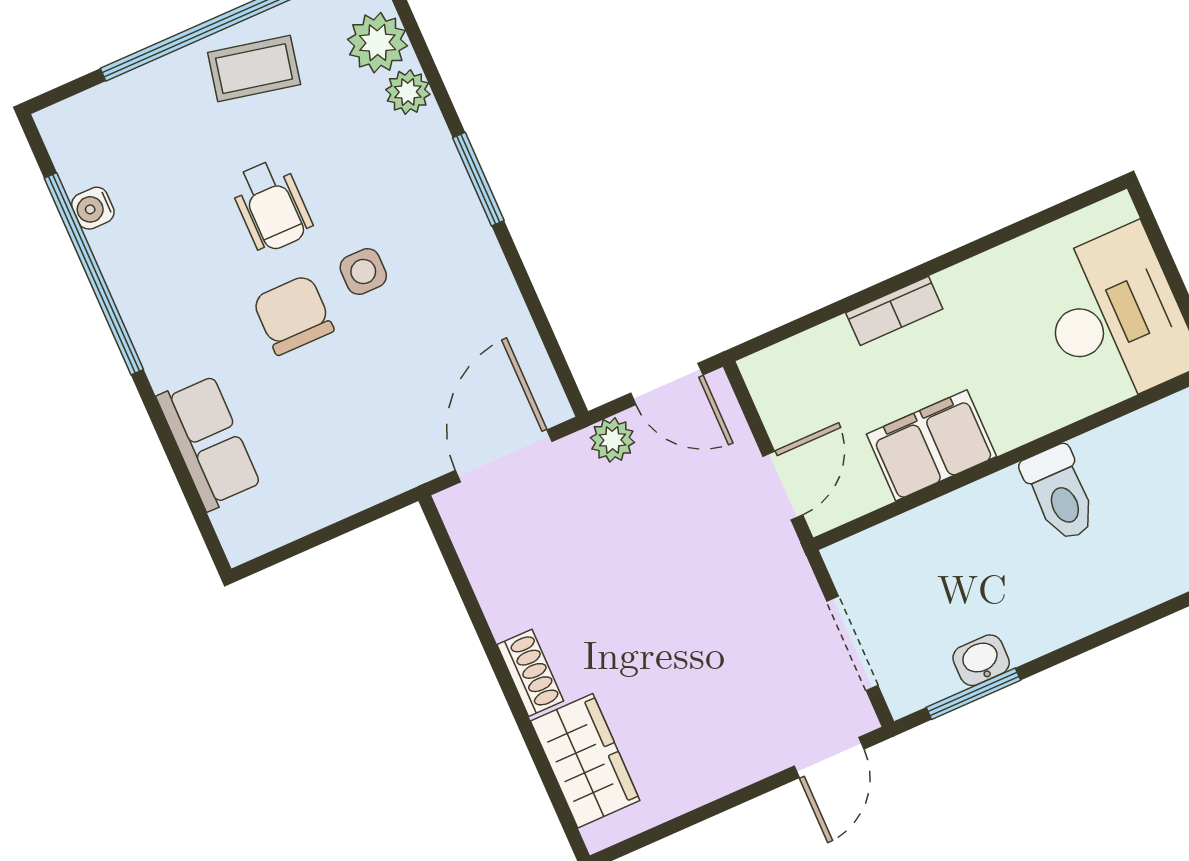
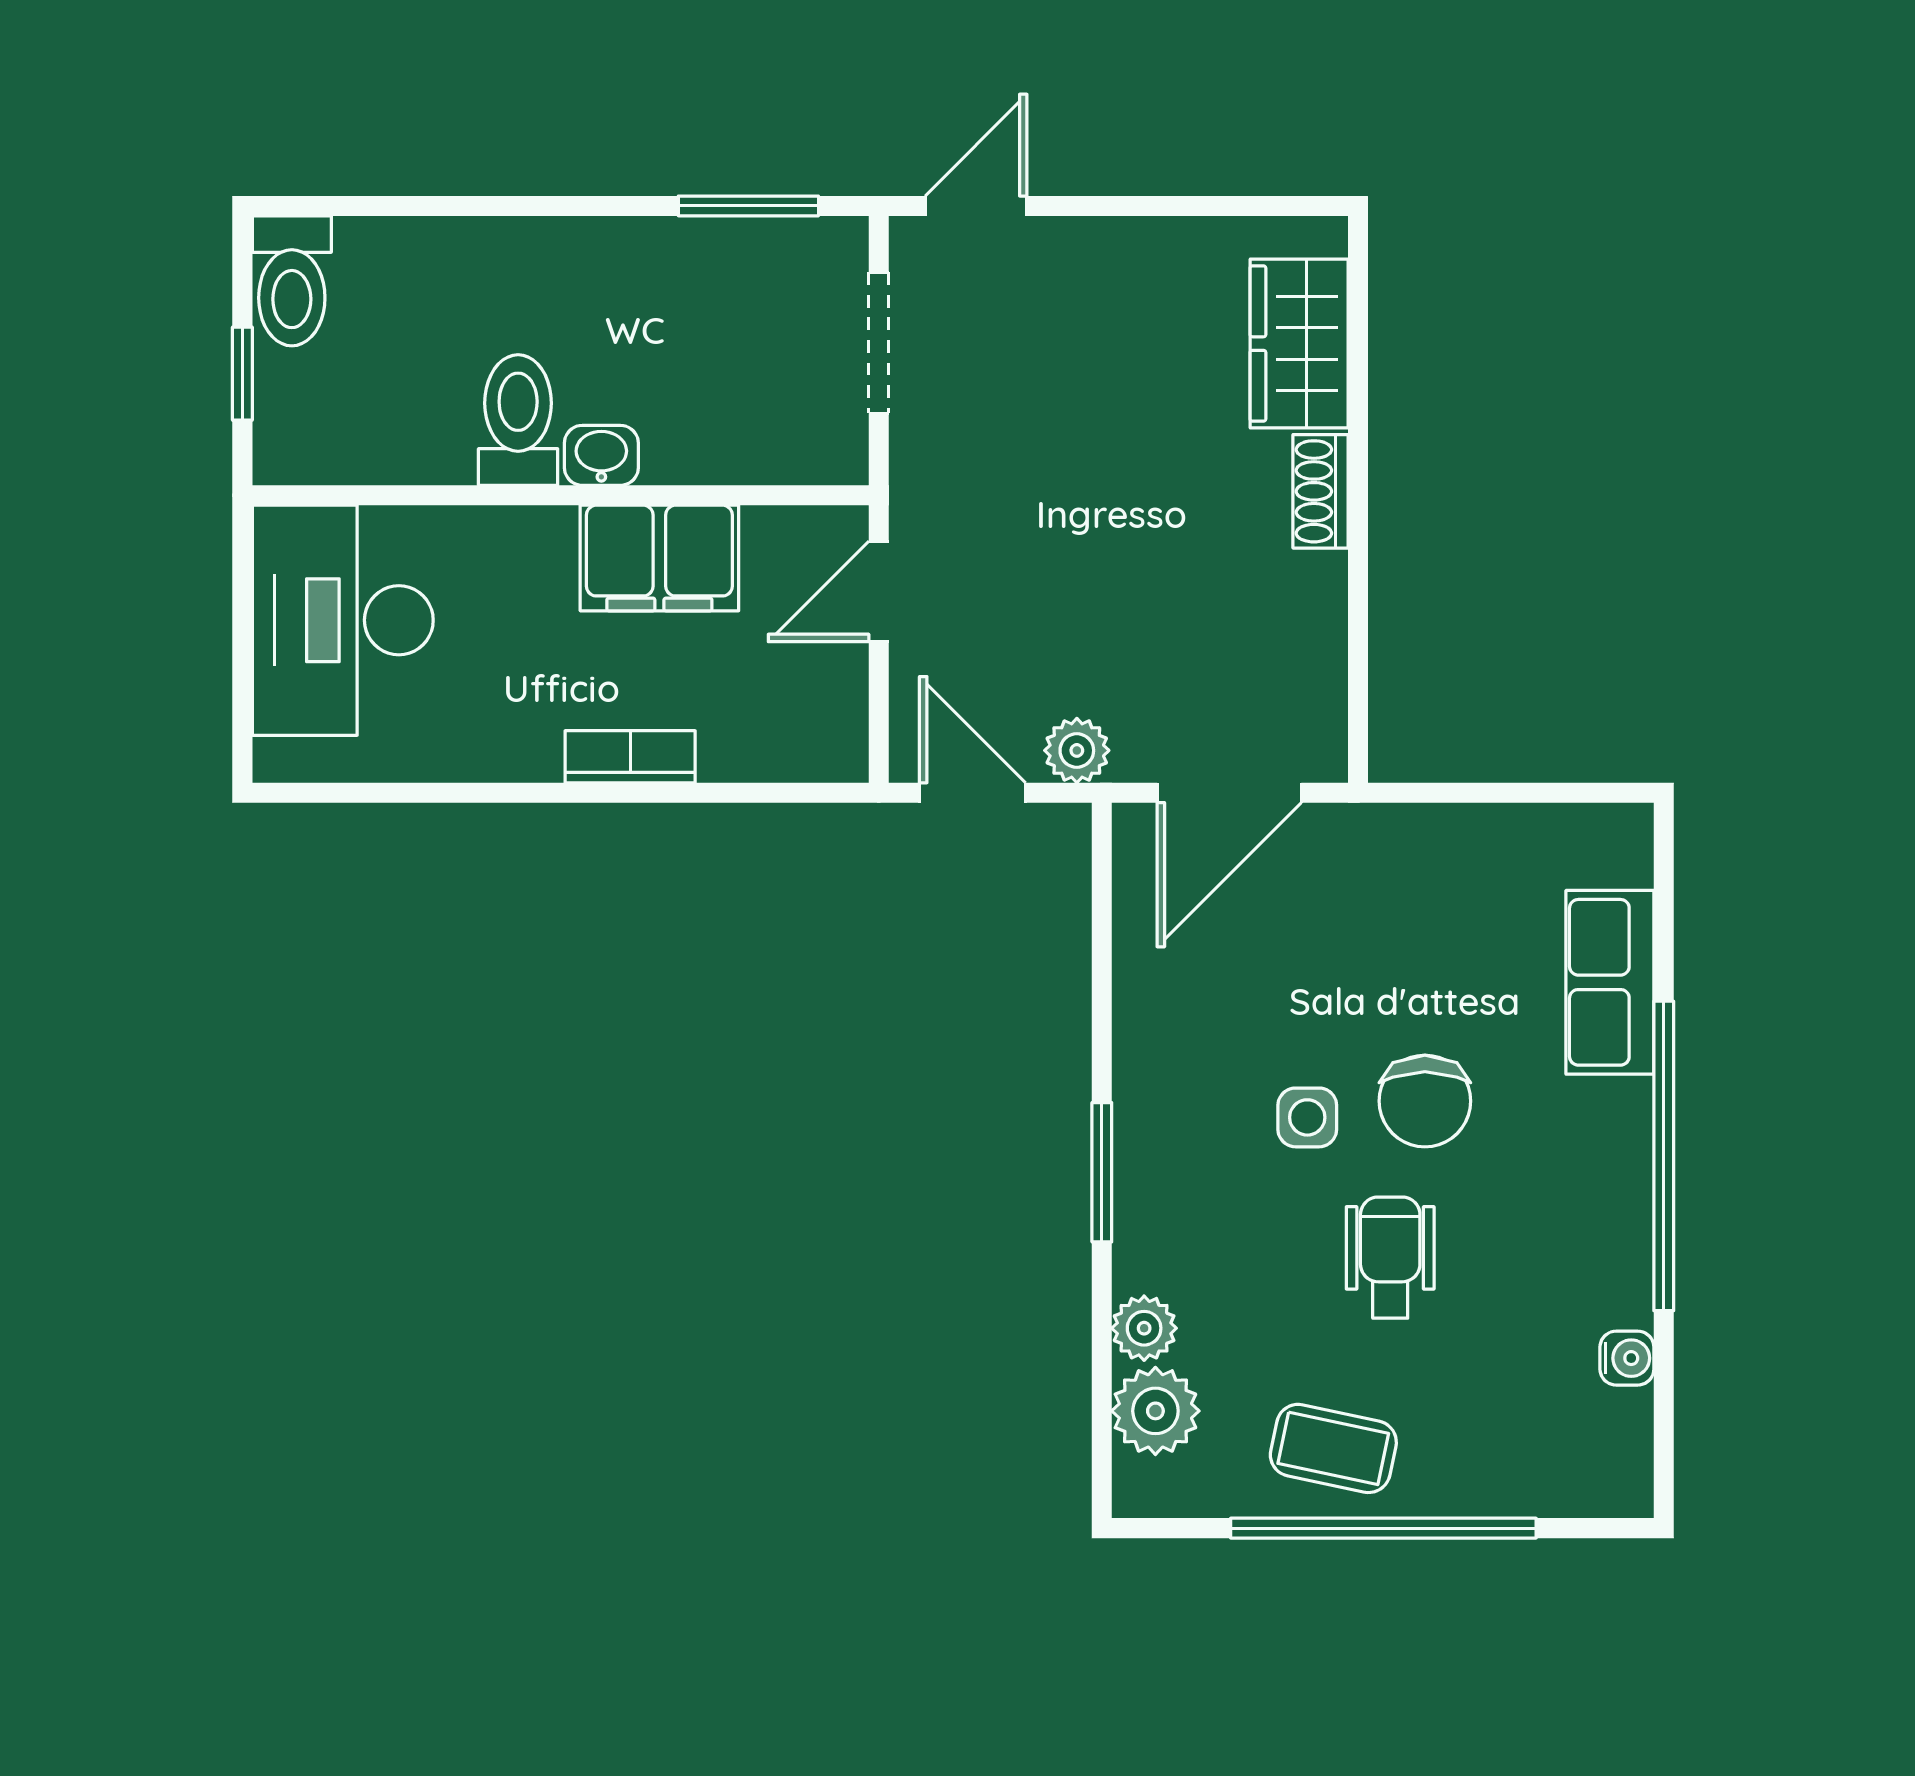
window: (94, 274) -> (1664, 1156), moved
washbasin: (981, 660) -> (601, 455), moved, turned 180

